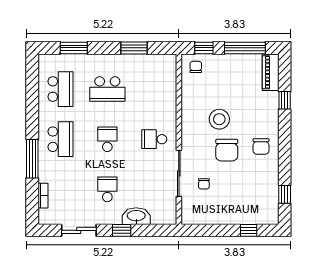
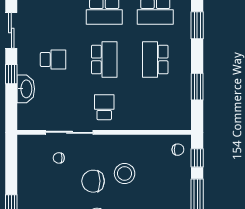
school desk: (107, 139) -> (104, 59), width x1.85

